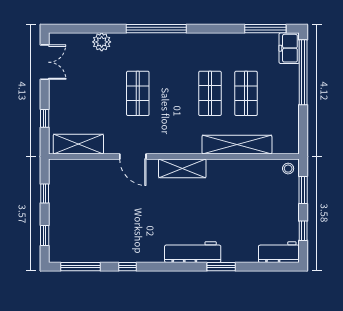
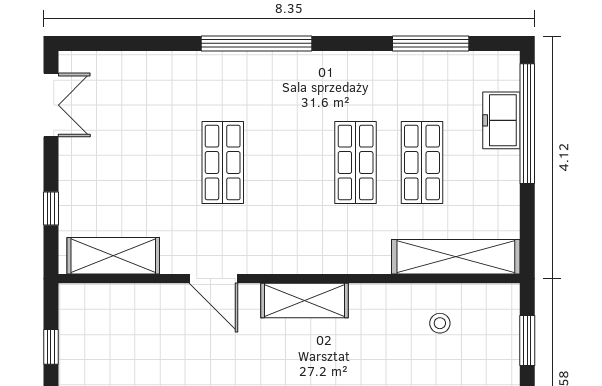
window: (265, 29) -> (431, 43), moved
plant: (102, 42) -> (156, 68), removed
freezer: (289, 48) -> (501, 120), moved
shelving: (237, 145) -> (456, 257), moved
stool: (288, 169) -> (440, 323), moved

